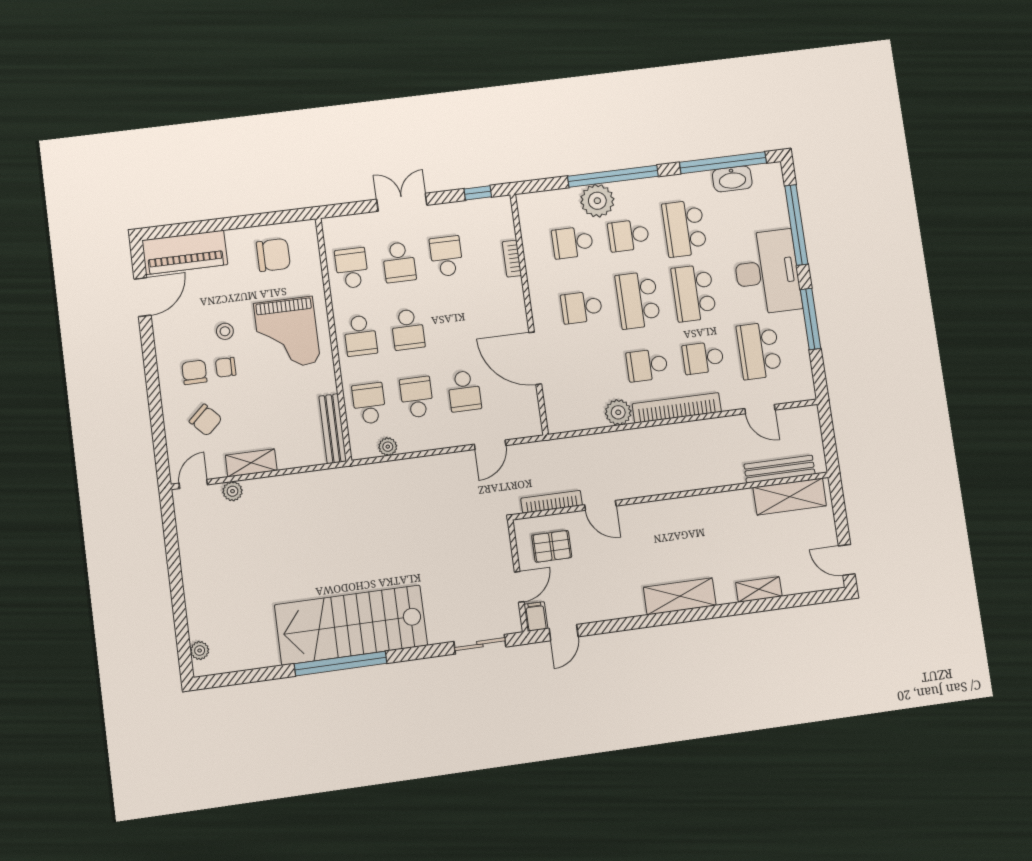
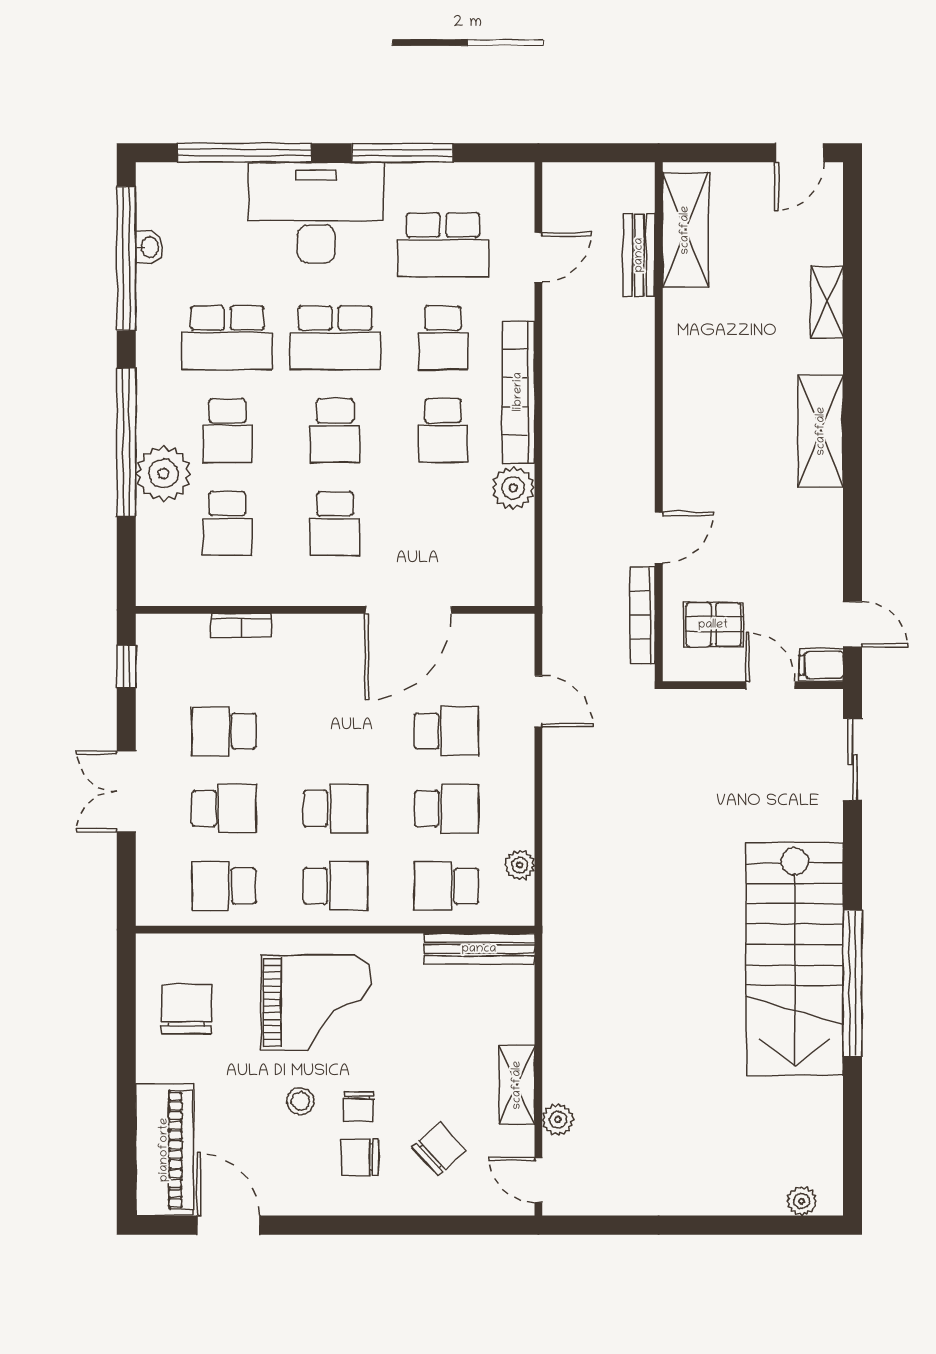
washbasin: (732, 179) -> (149, 247), width x0.52, depth x0.69
school desk: (638, 300) -> (335, 431), width x0.54
school desk: (417, 397) -> (446, 809), turned 180
bench: (780, 469) -> (639, 255), width x0.73
pallet: (552, 546) -> (713, 625), turned 90

